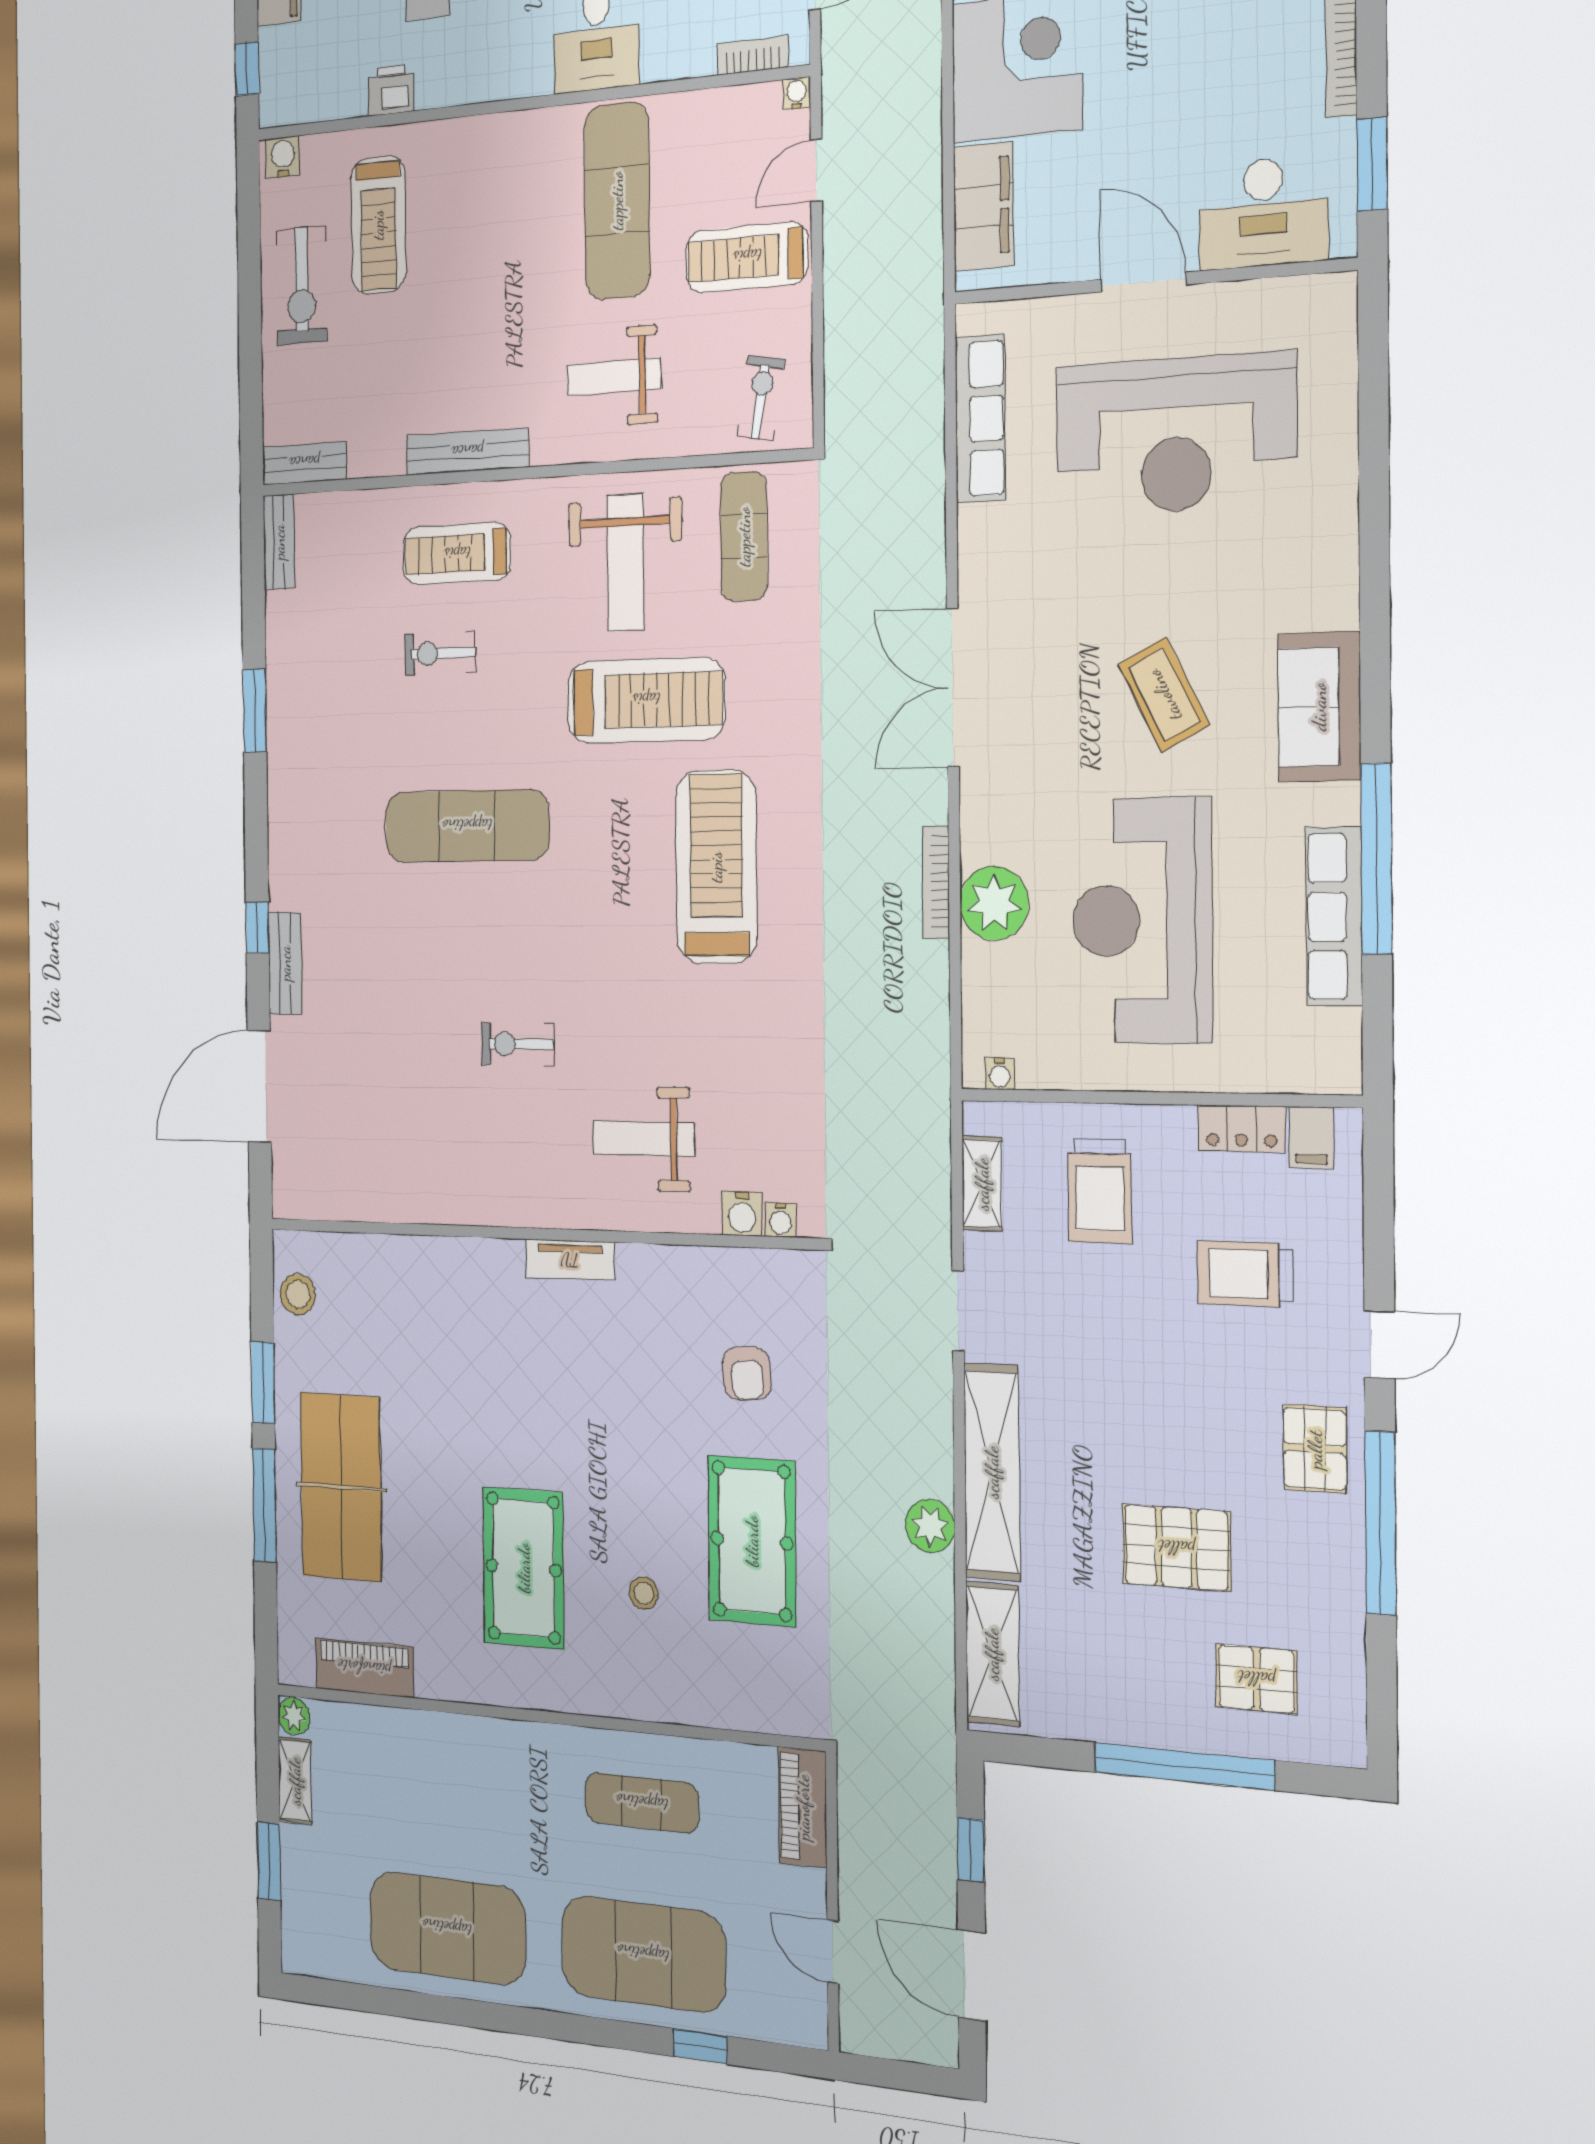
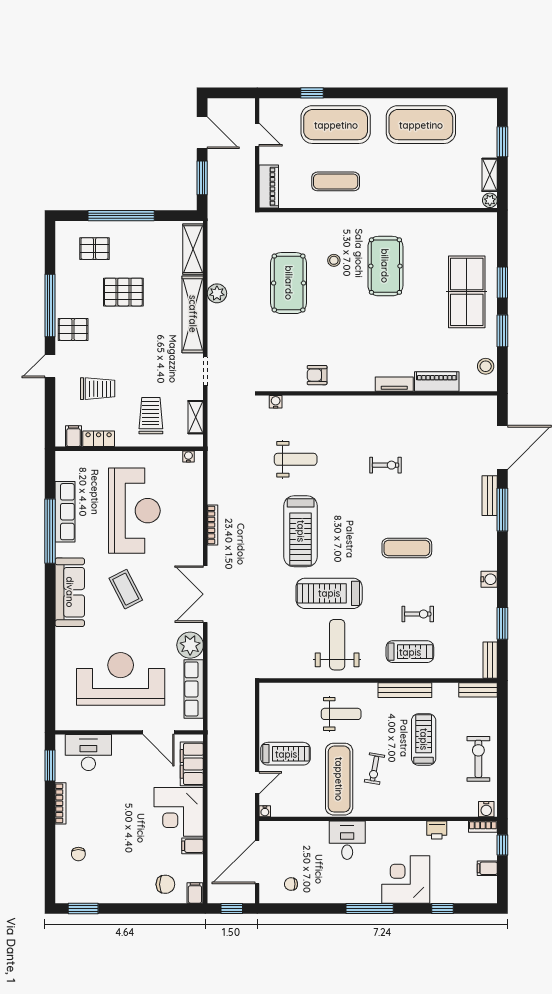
bookcase: (753, 56) -> (483, 827), moved
treadmill: (378, 225) -> (424, 739), moved
door: (1143, 282) -> (159, 732), moved
exercise bike: (761, 398) -> (375, 769), moved
exercise mat: (744, 537) -> (288, 652), removed
double door: (953, 688) -> (205, 594), swing flipped
sofa: (1319, 707) -> (70, 592), width x1.36
window: (255, 711) -> (502, 623), moved
exercise mat: (467, 826) -> (407, 548), width x0.73, depth x0.69
plant: (994, 903) -> (190, 645), moved
window: (257, 928) -> (502, 510), width x2.17
weight bench: (643, 1139) -> (296, 459), moved
water cooler: (742, 1214) -> (489, 579), moved, turned 90
tv unit: (570, 1260) -> (394, 384), moved
armchair: (747, 1373) -> (317, 375), moved, turned -85
pallet: (1315, 1449) -> (73, 329), turned 90
window: (264, 1505) -> (502, 283), width x0.69
piano: (364, 1668) -> (437, 381), moved, turned 180
window: (971, 1850) -> (202, 178), width x1.50

